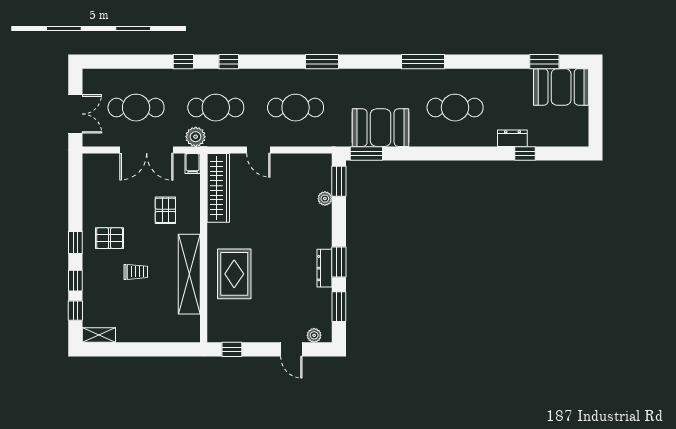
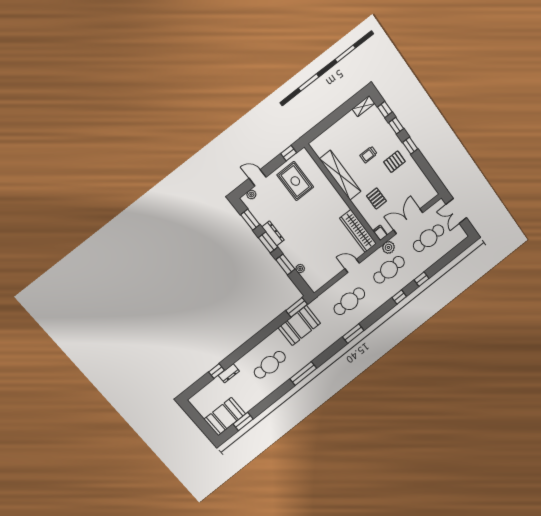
window: (339, 181) -> (285, 264), moved
rug: (234, 274) -> (295, 181), moved

